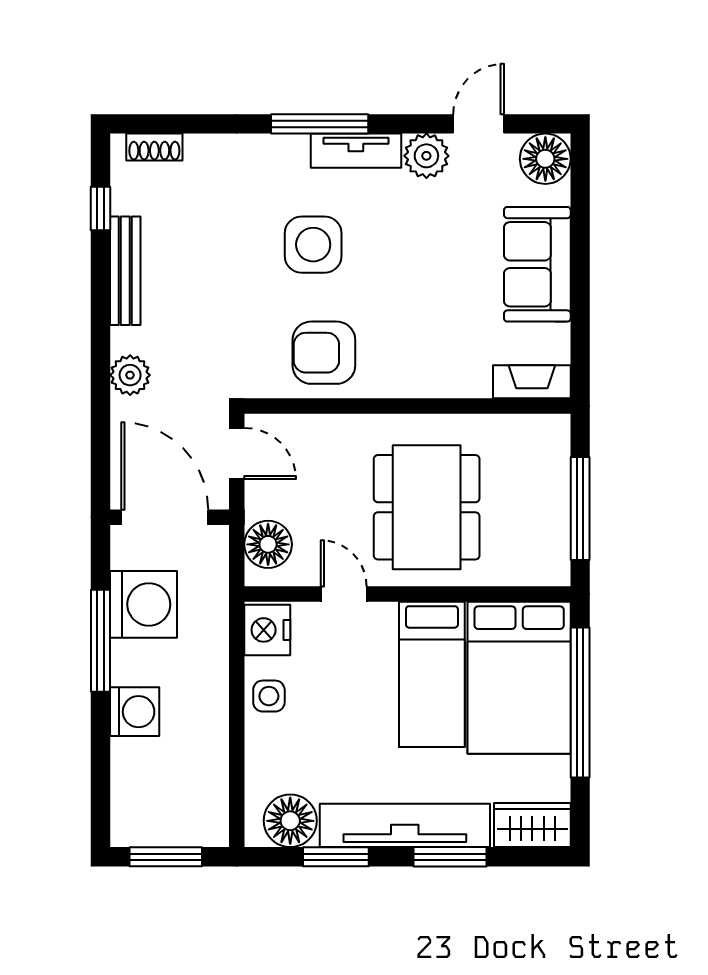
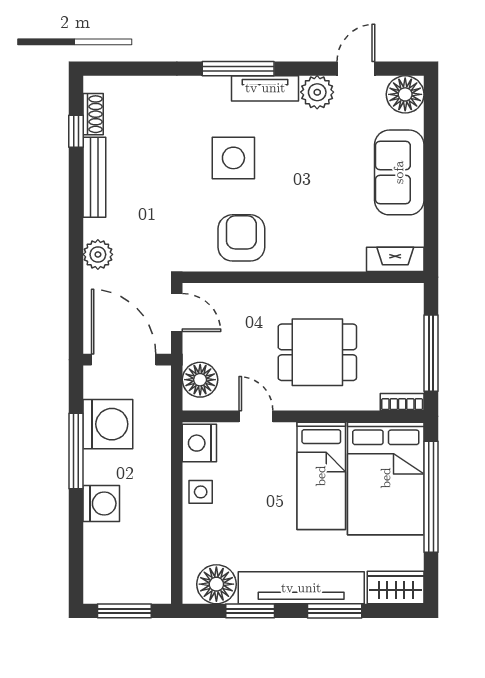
shoe rack: (154, 147) -> (93, 114), moved, turned -90
armchair: (324, 353) -> (241, 238), turned 90
dining table: (427, 507) -> (317, 352), width x0.73
bookcase: (541, 575) -> (402, 402), added

